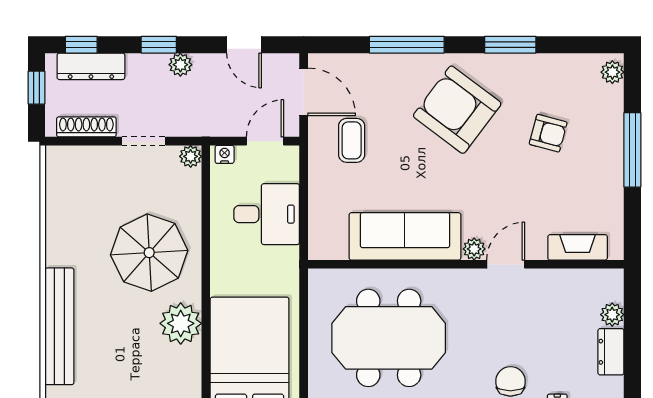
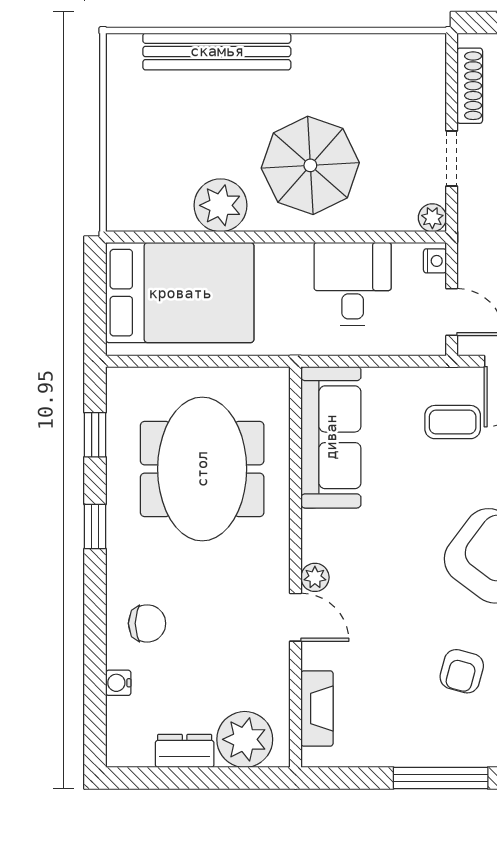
desk: (267, 214) -> (353, 284), moved, turned 180
sofa: (405, 236) -> (331, 437), moved
plant: (612, 315) -> (245, 739), width x1.88, depth x1.88

